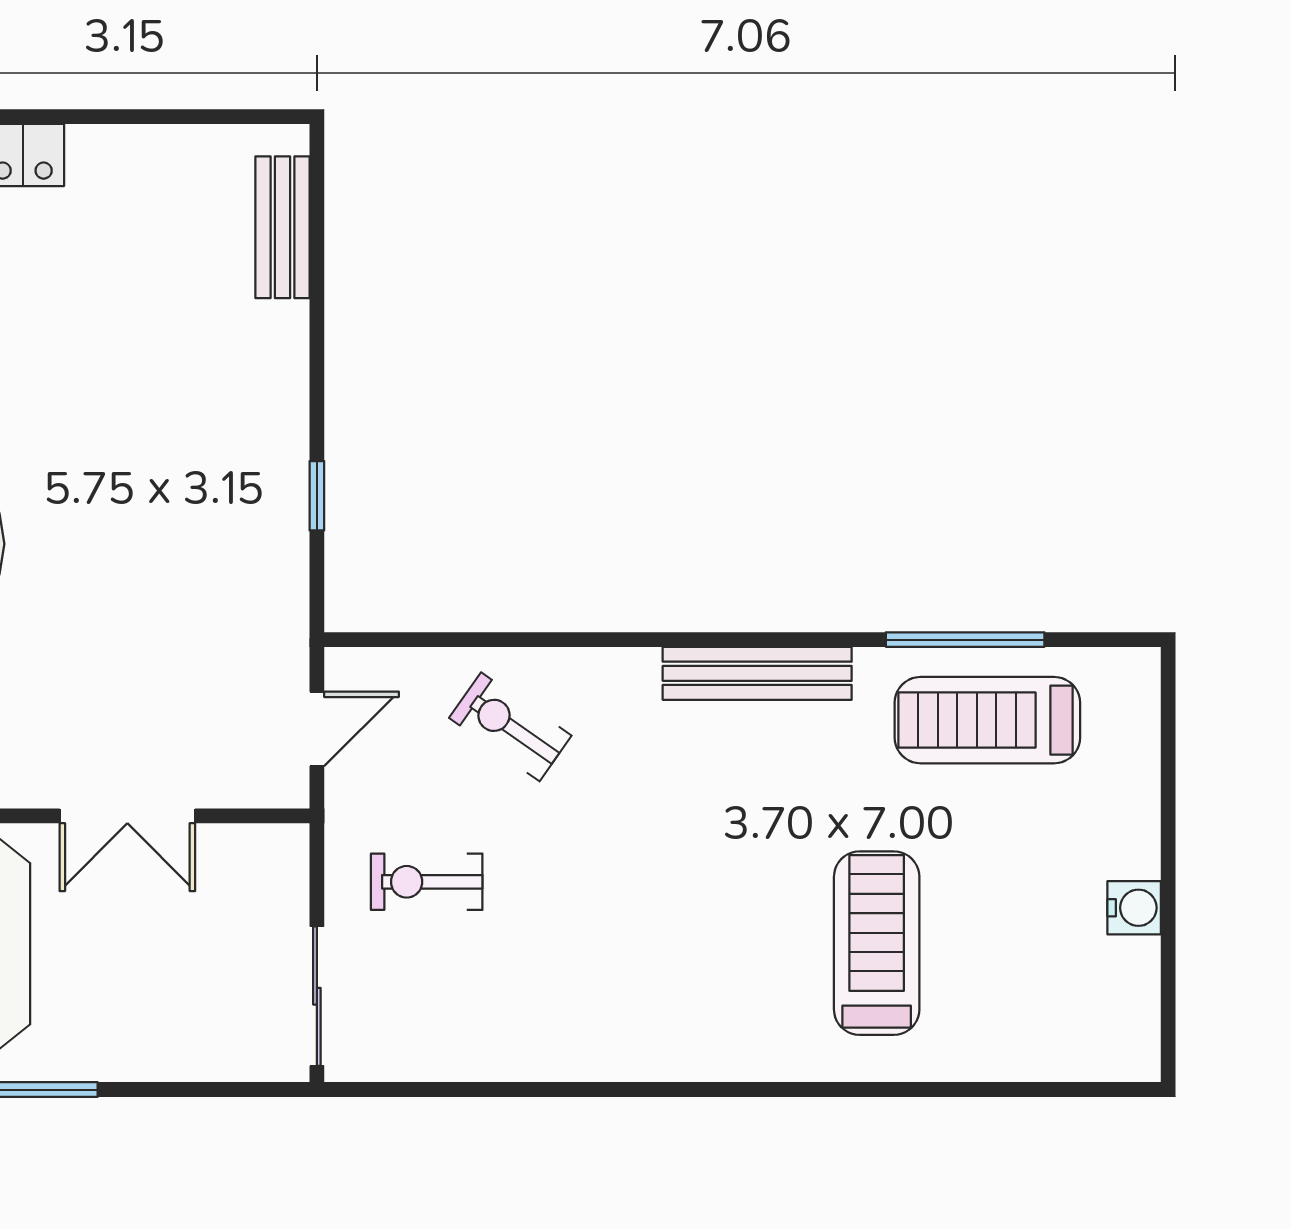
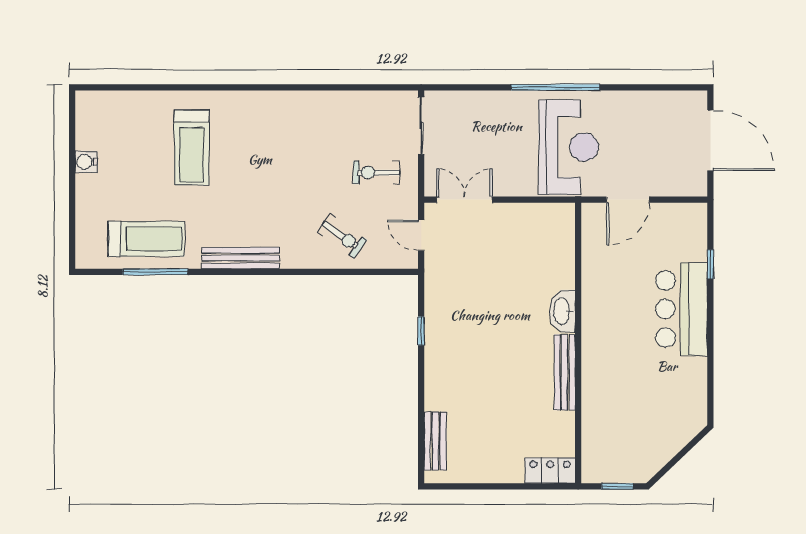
door: (317, 729) -> (421, 235), hinge flipped
double door: (127, 816) -> (464, 200), moved
exercise bike: (427, 882) -> (376, 173), turned 180

